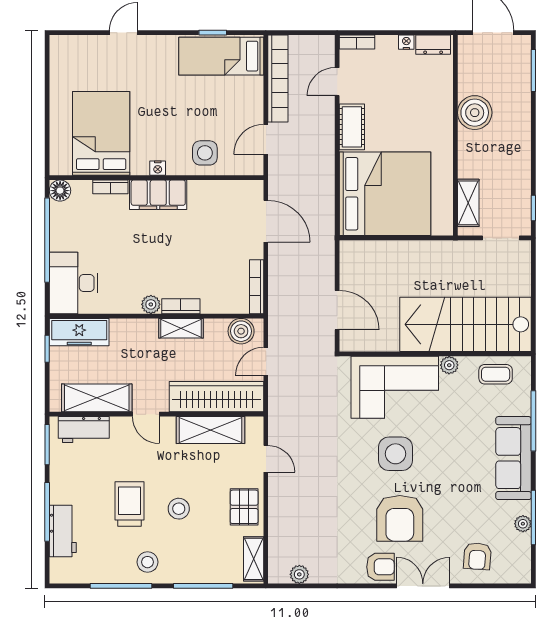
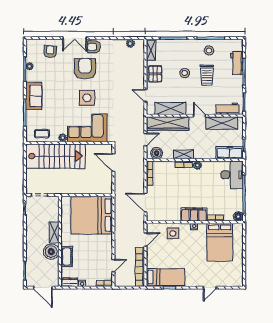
cot: (352, 127) -> (67, 257), moved
shelving: (468, 203) -> (54, 232), moved
sofa: (514, 458) -> (34, 96), width x0.73
stool: (147, 562) -> (209, 51), moved

